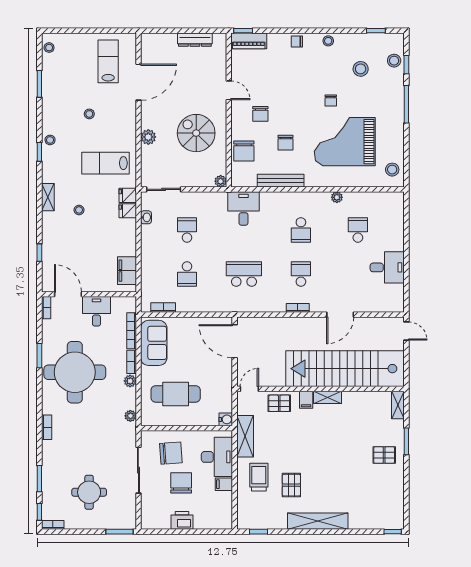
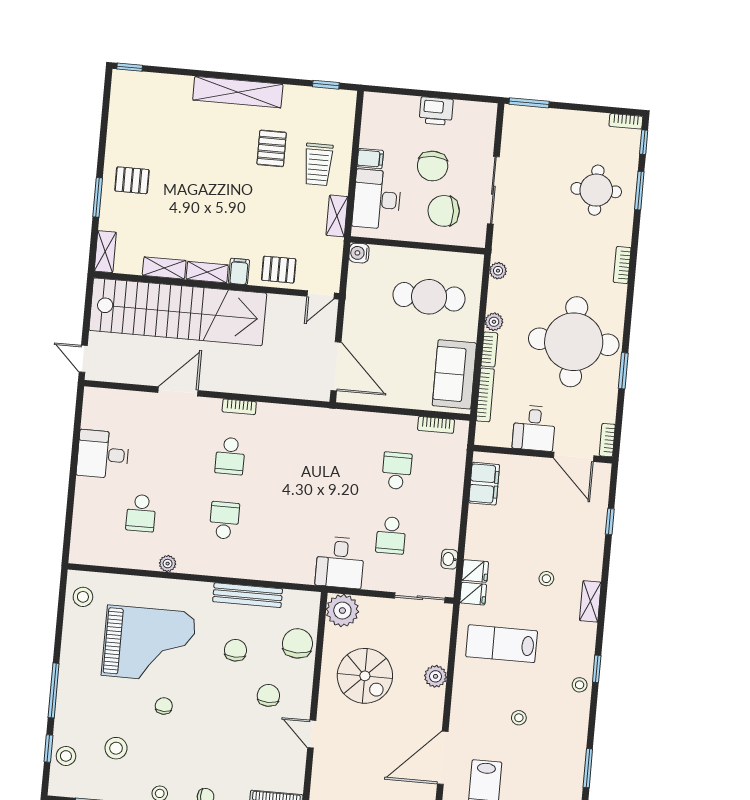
lab bench: (105, 163) -> (502, 644), turned 180
plant: (221, 181) -> (342, 611), width x1.87, depth x1.87
desk: (243, 208) -> (340, 562), moved
school desk: (244, 274) -> (313, 463), removed
shelving: (357, 398) -> (164, 268), added
shelving: (245, 436) -> (337, 216), width x0.67, depth x0.75
round table: (89, 492) -> (596, 190), moved

